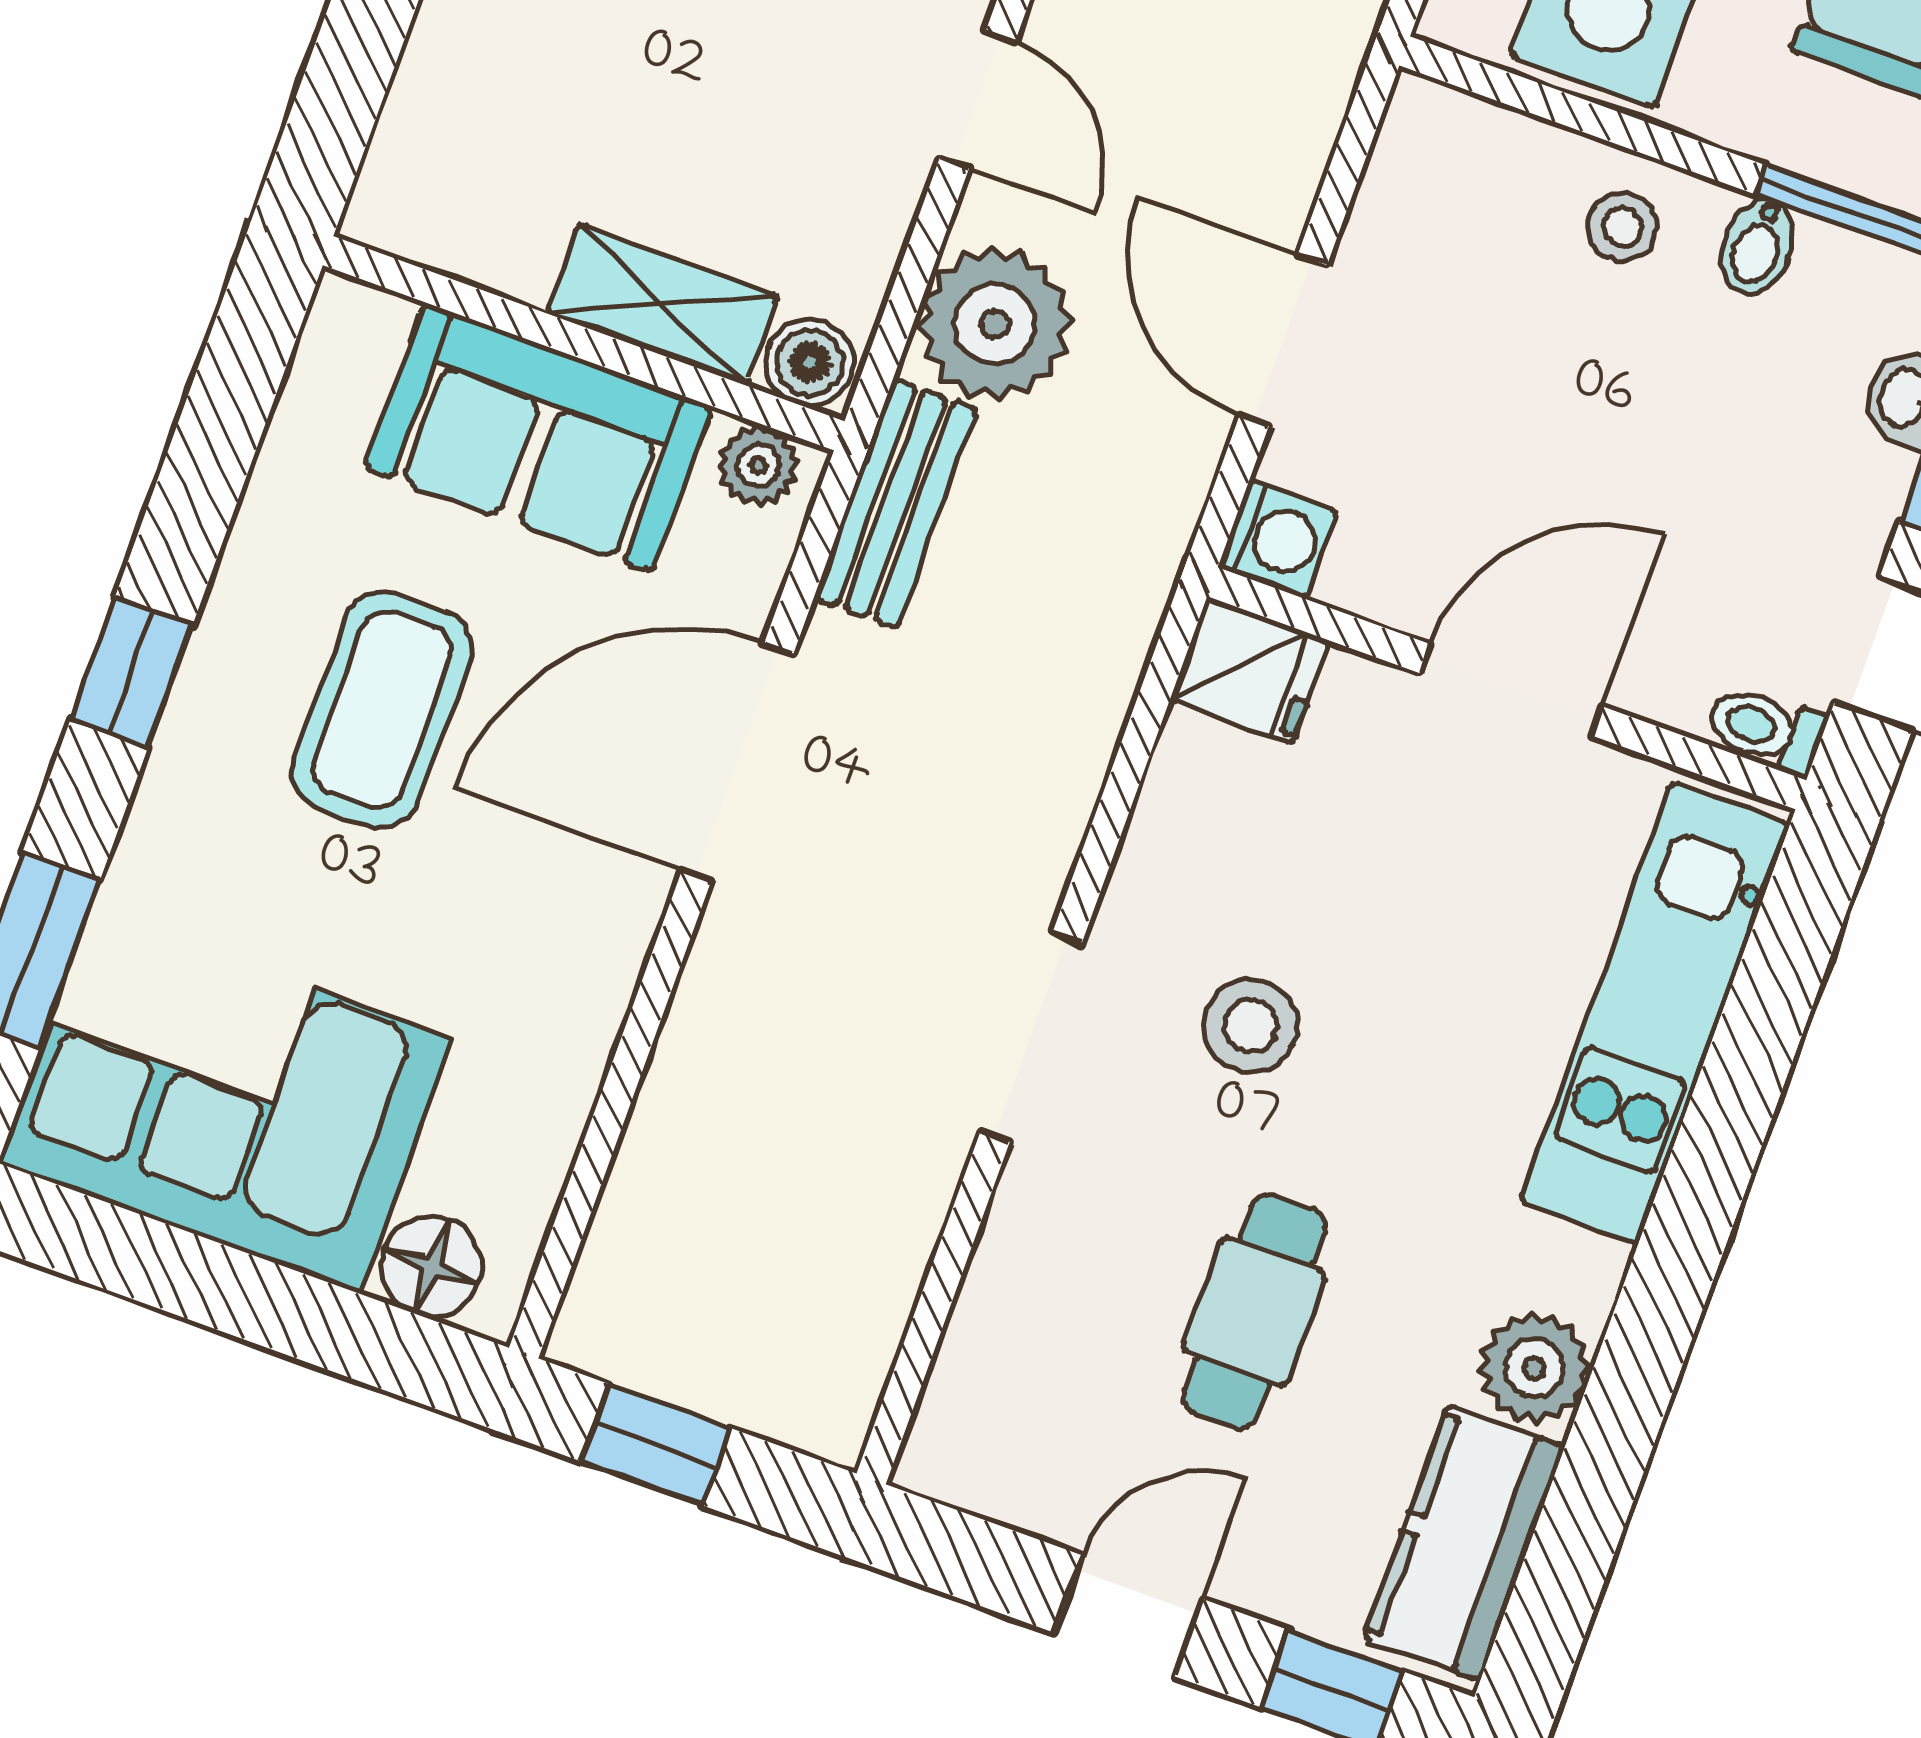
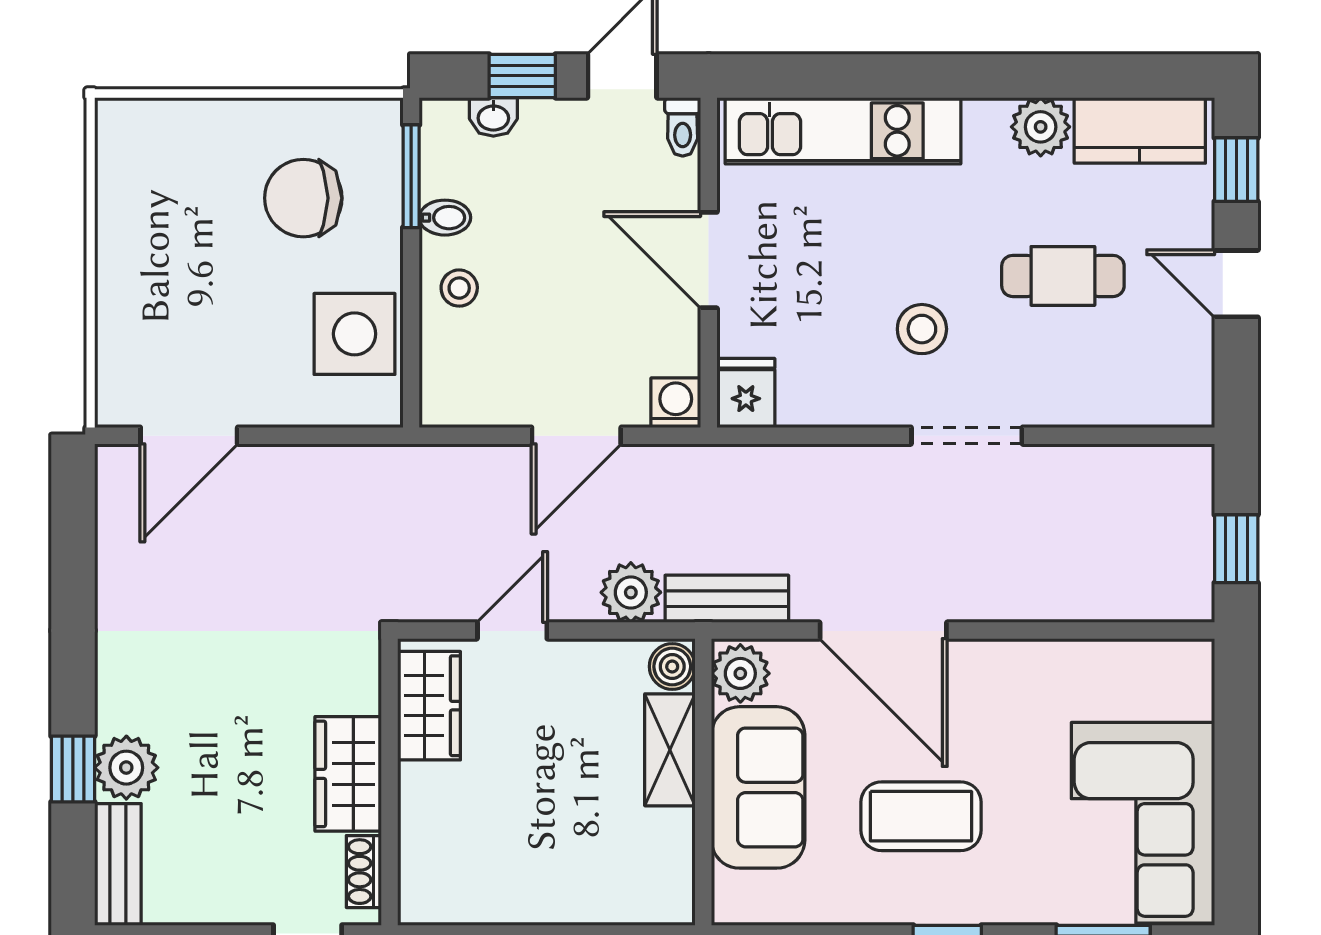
plant: (995, 324) -> (631, 592), width x0.73, depth x0.73
plant: (758, 465) -> (740, 673), width x1.38, depth x1.38
floor lamp: (432, 1267) -> (1188, 692), removed

